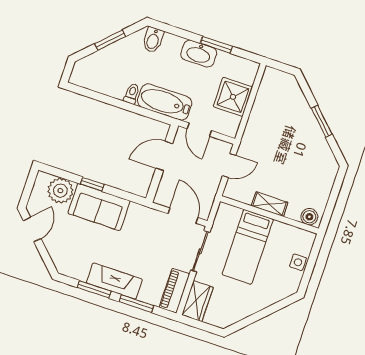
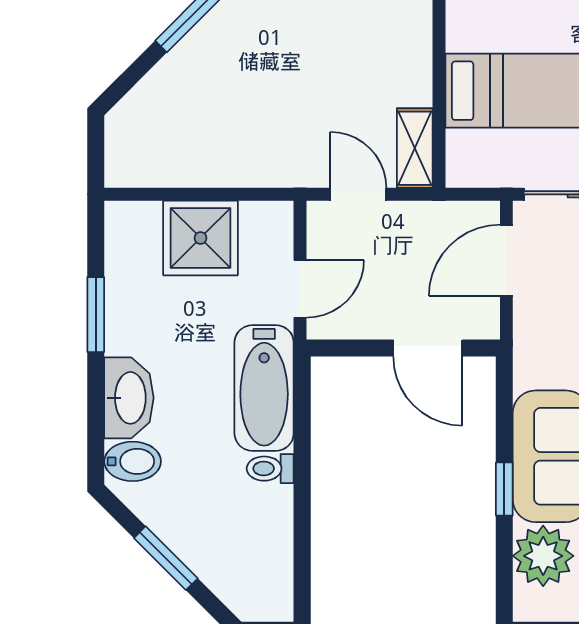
washbasin: (199, 54) -> (129, 398), moved
door: (164, 156) -> (428, 348), moved
shelving: (270, 204) -> (415, 148), moved

